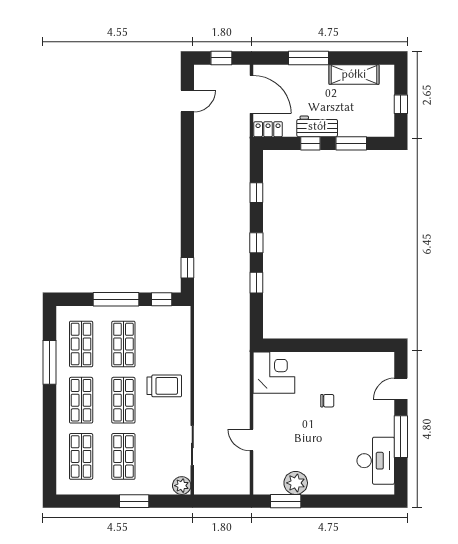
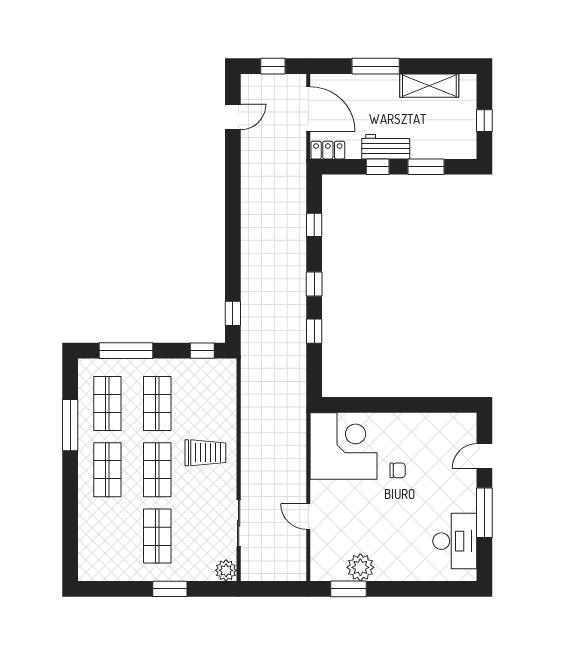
window: (116, 299) -> (126, 351), moved
corner desk: (274, 373) -> (344, 446), width x1.36, depth x1.36
shop shelf: (81, 456) -> (107, 536), removed

